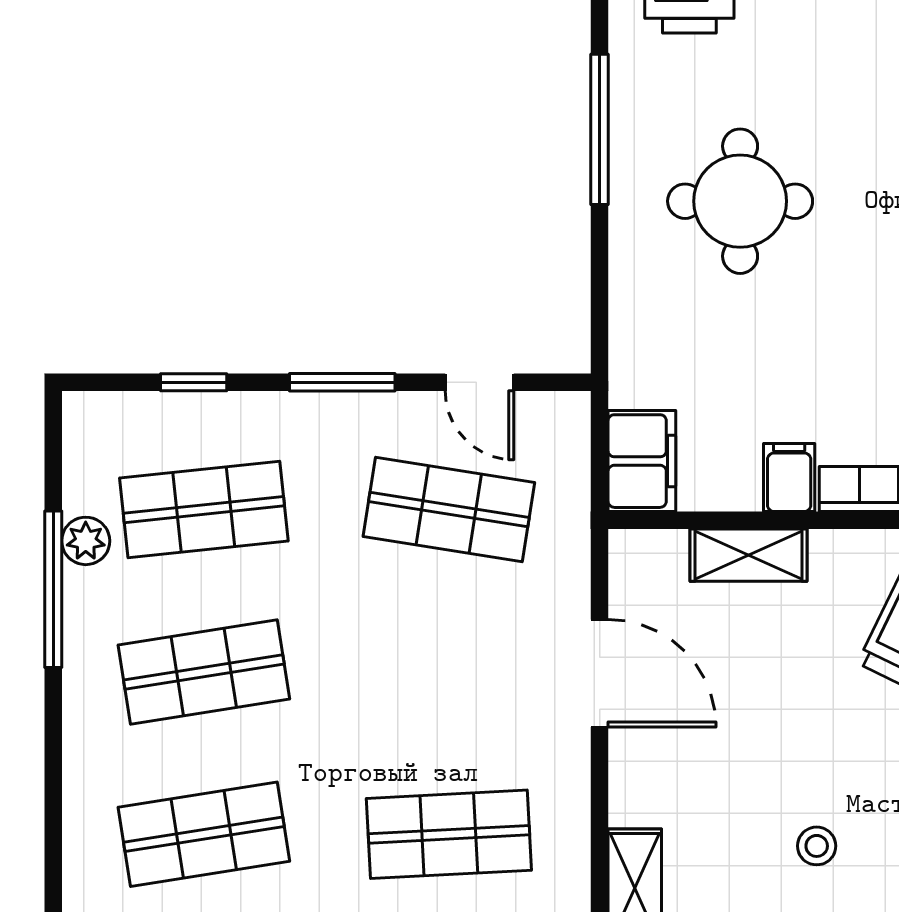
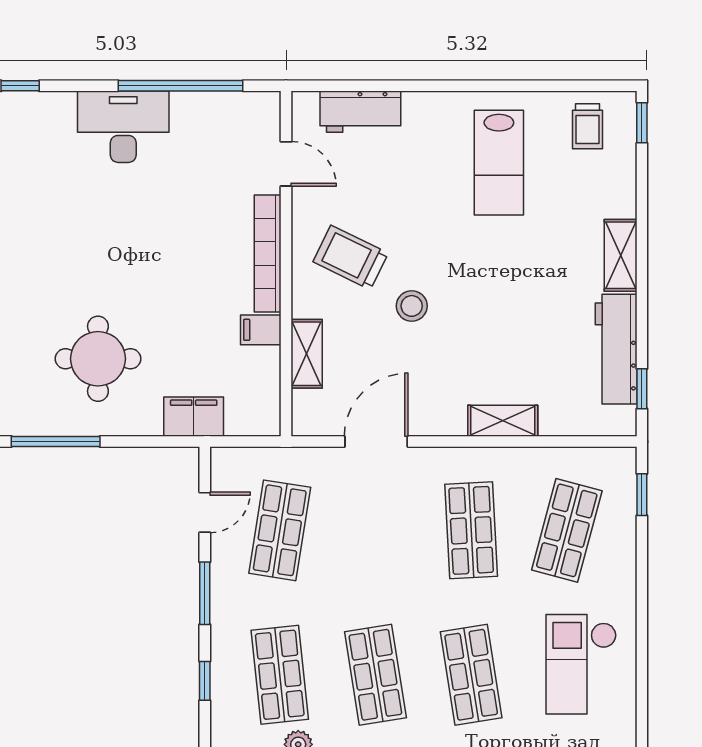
filing cabinet: (642, 461) -> (194, 417), moved
stool: (817, 846) -> (412, 306), moved, width x1.37, depth x1.37

